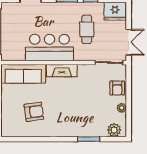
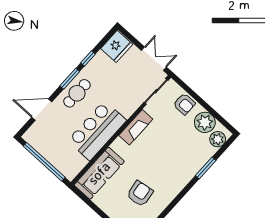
cafe table: (87, 29) -> (77, 93), moved, turned 90
fireplace: (62, 71) -> (136, 127), moved
plant: (122, 108) -> (205, 122), width x1.87, depth x1.87

